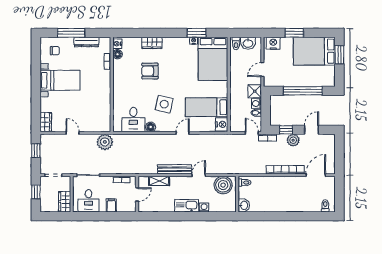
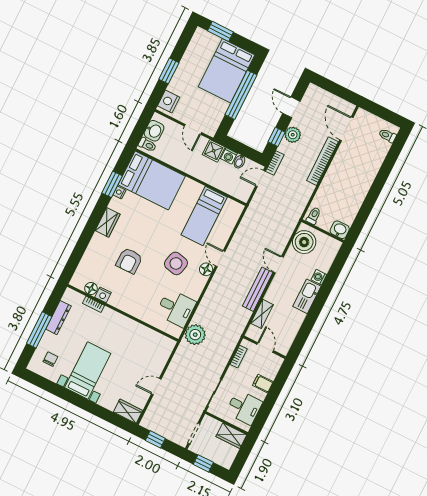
wardrobe: (152, 43) -> (108, 222), moved
nightstand: (117, 44) -> (103, 295), moved
bed: (314, 51) -> (227, 71), moved
nightstand: (222, 124) -> (233, 209), removed
floor lamp: (151, 127) -> (206, 269), moved
plant: (105, 142) -> (195, 335), moved

